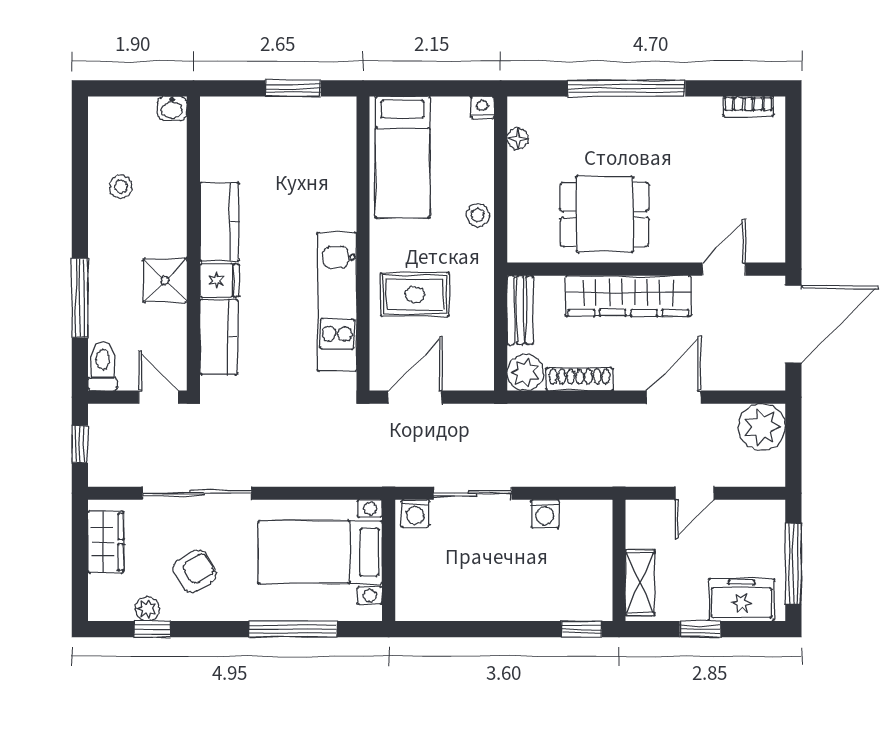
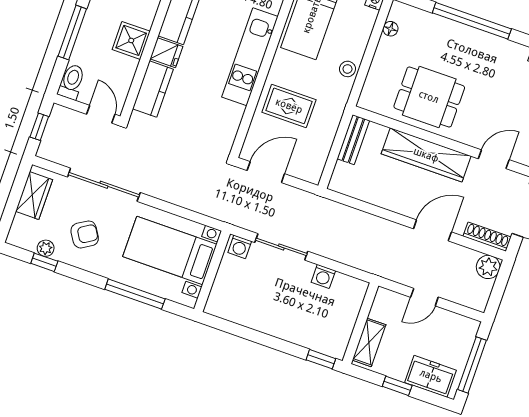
kitchen unit: (337, 302) -> (250, 57), moved
plant: (525, 372) -> (342, 181), removed
shoe rack: (579, 379) -> (487, 237), moved
plant: (762, 427) -> (488, 267), width x0.73, depth x0.73

